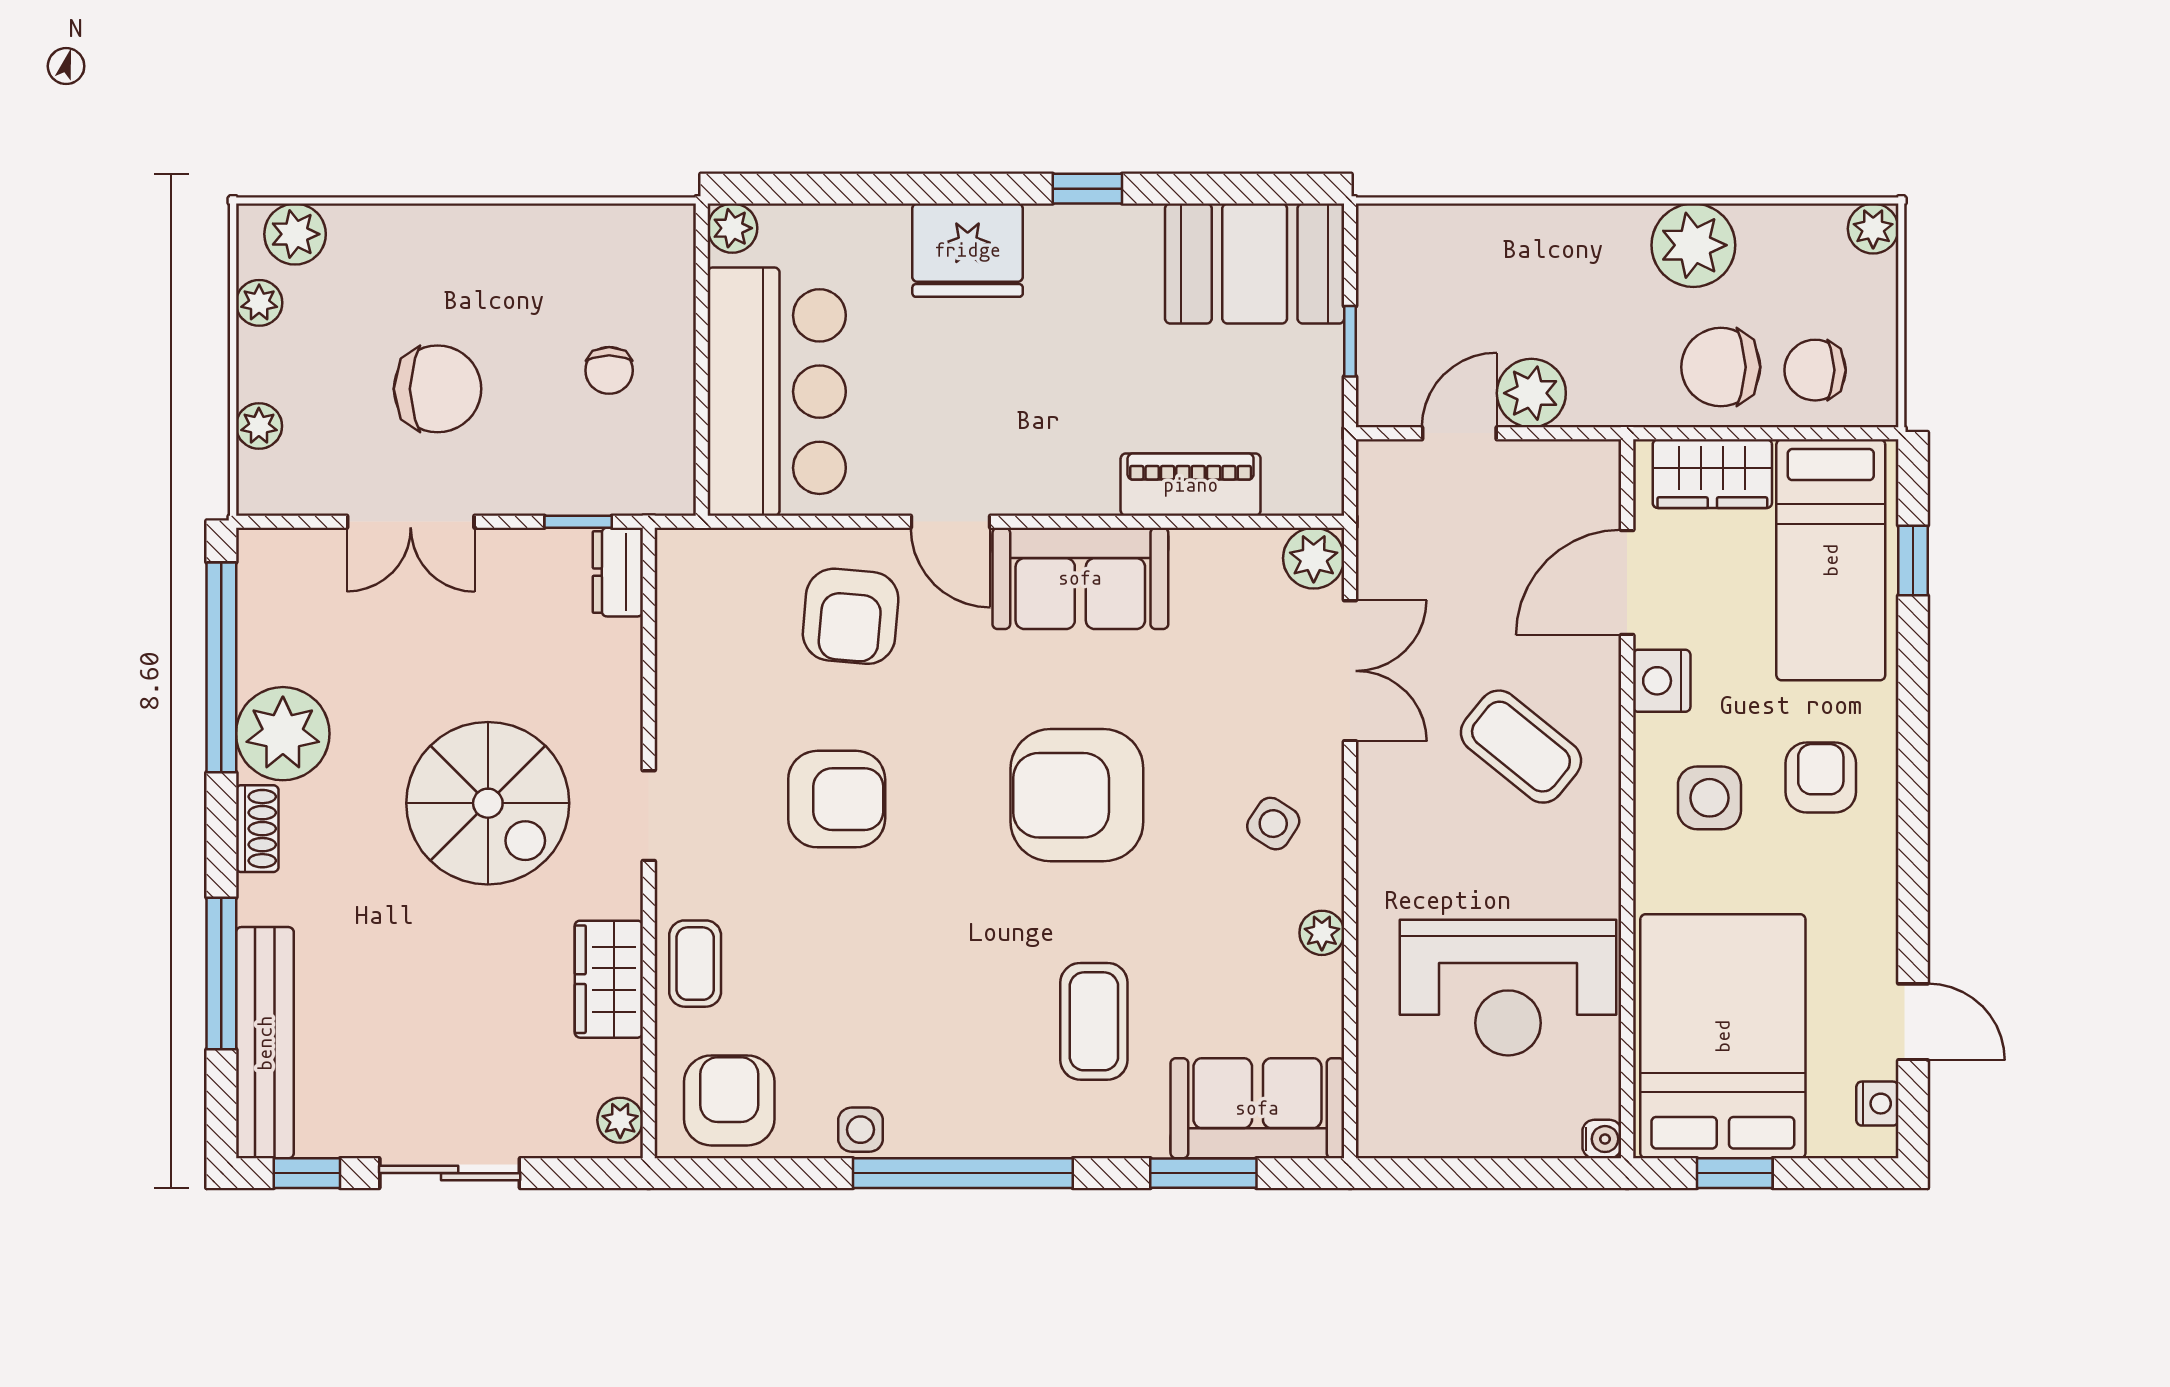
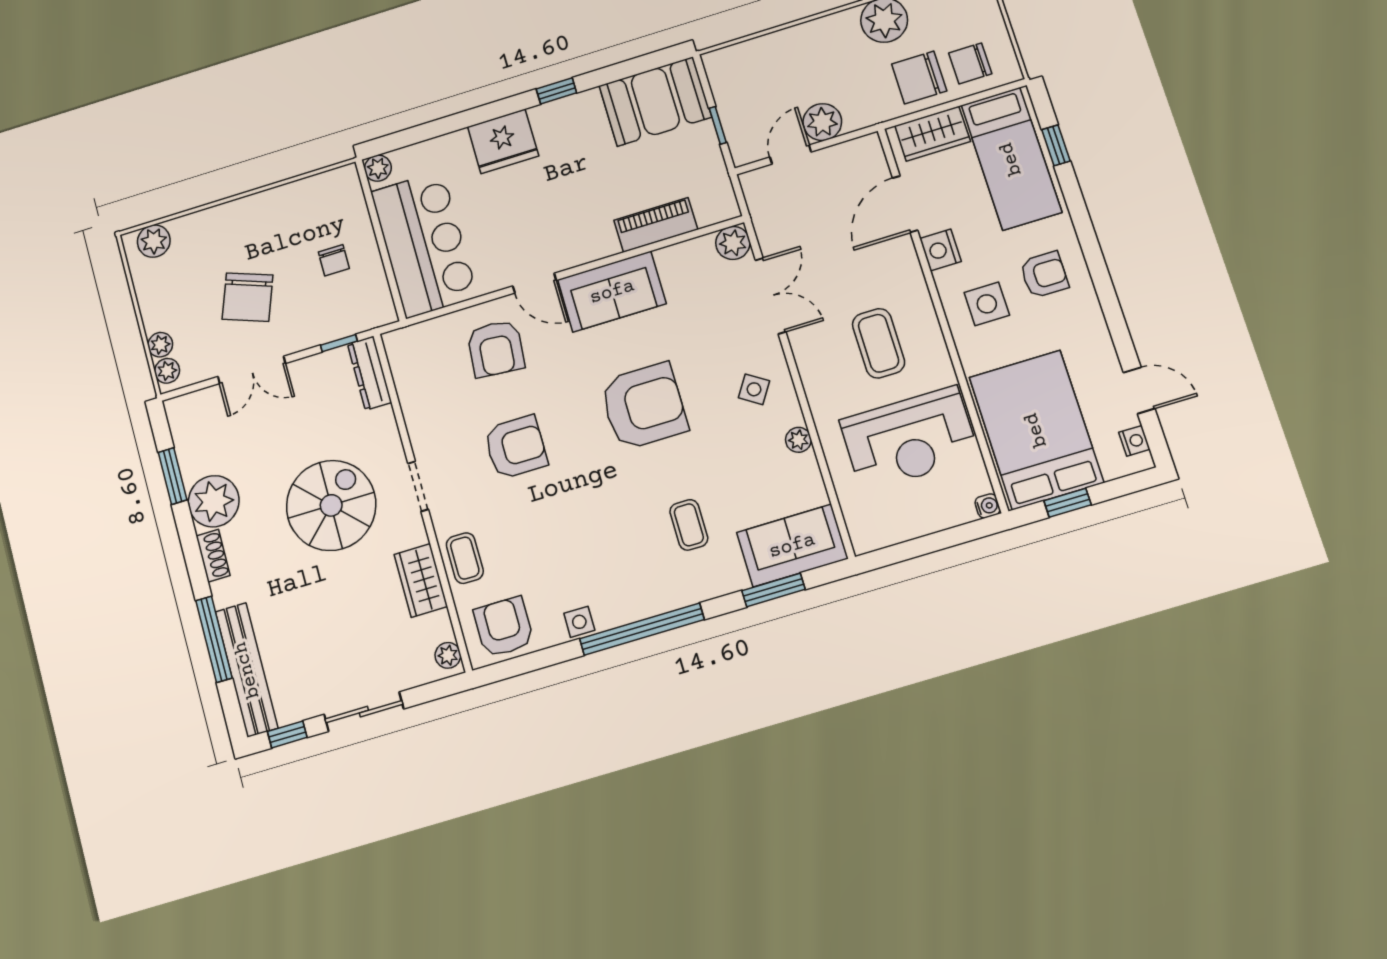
plant: (259, 303) -> (167, 371), moved
chair: (438, 389) -> (248, 297), turned 110
dresser: (618, 572) -> (370, 373), width x1.44
window: (221, 667) -> (173, 476), width x0.47
coffee table: (1521, 747) -> (879, 343), moved, turned 51
armchair: (1821, 778) -> (1044, 275), turned 90
armchair: (1077, 795) -> (644, 406), turned 180
spiral stairs: (488, 803) -> (331, 505), turned -90
coffee table: (1094, 1021) -> (689, 525), width x0.73, depth x0.77

